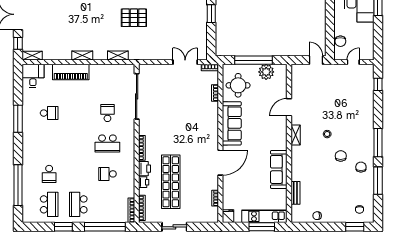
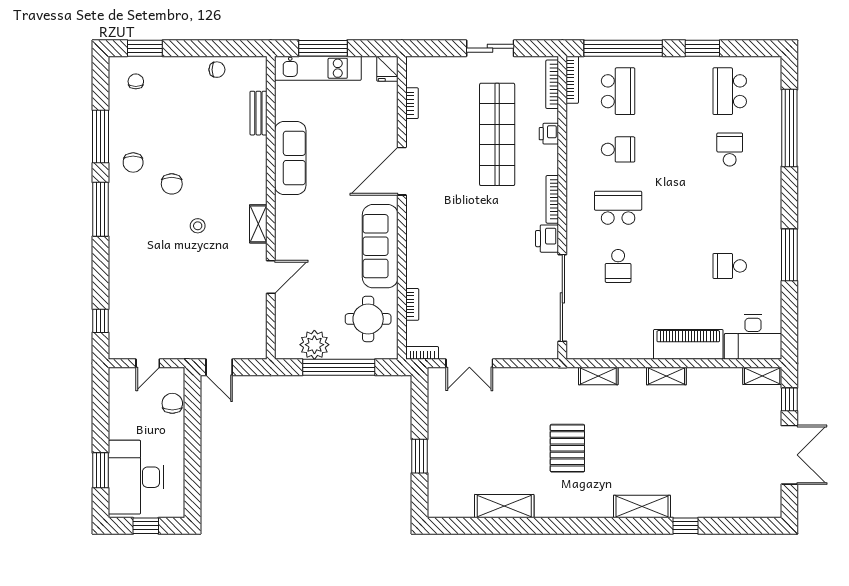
pallet: (134, 18) -> (567, 448), turned 90
desk: (33, 76) -> (753, 337), width x1.37
printer: (145, 169) -> (547, 239), moved
school desk: (78, 204) -> (618, 91), moved

